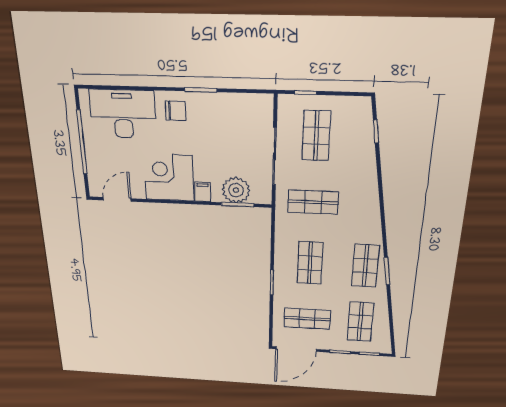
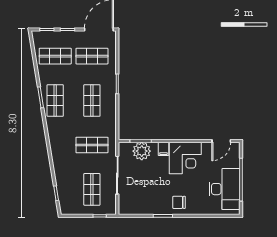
desk: (123, 114) -> (225, 189), moved, turned -90
shop shelf: (360, 322) -> (55, 56), turned 90

